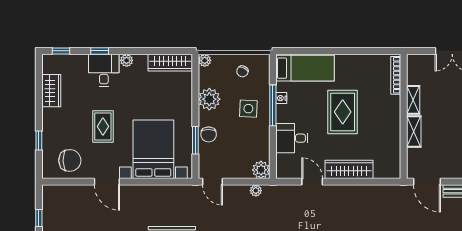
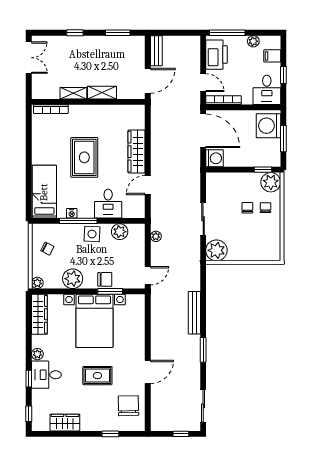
side table: (248, 109) -> (92, 234), moved
rug: (343, 112) -> (84, 157), turned 90
bed with nightstands: (153, 149) -> (94, 321), moved, turned -90
plant: (261, 170) -> (120, 232), moved

